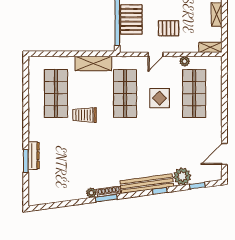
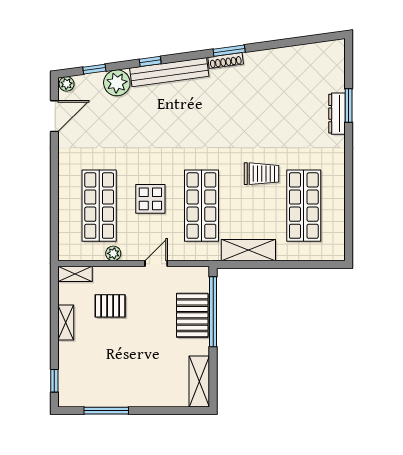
pallet: (169, 28) -> (110, 306), moved
plant: (91, 193) -> (67, 84), moved

